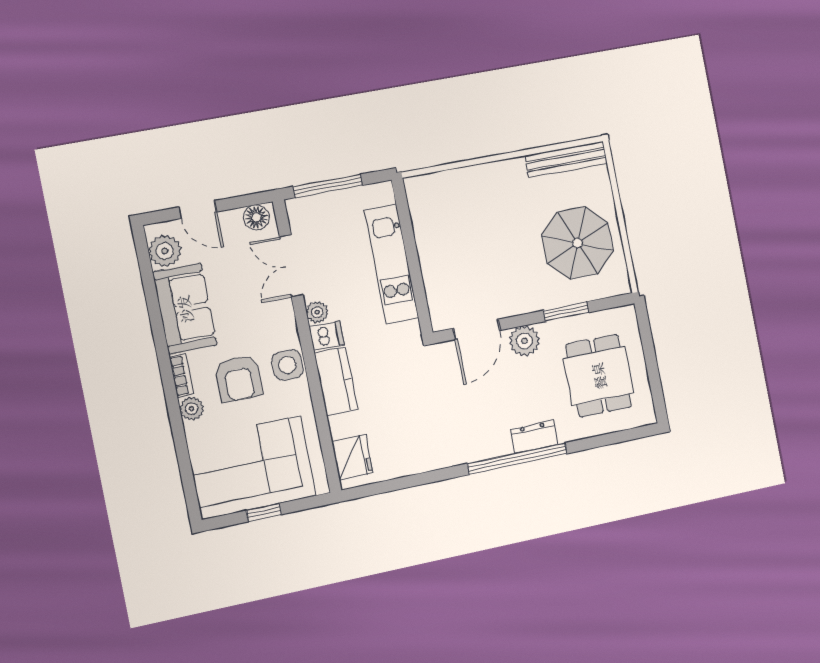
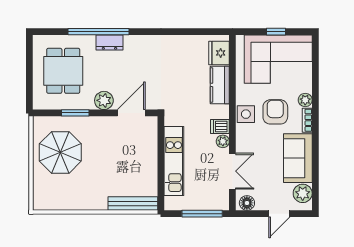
bench: (566, 160) -> (133, 203), moved
door: (198, 210) -> (279, 214), swing flipped
kitchen counter: (336, 381) -> (220, 85), moved
window: (517, 459) -> (98, 32), moved

